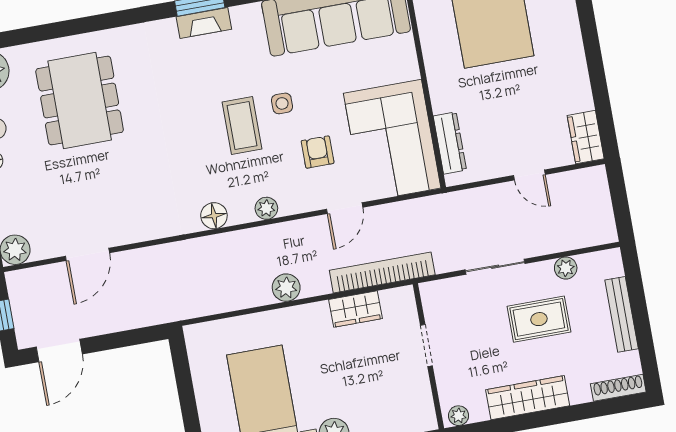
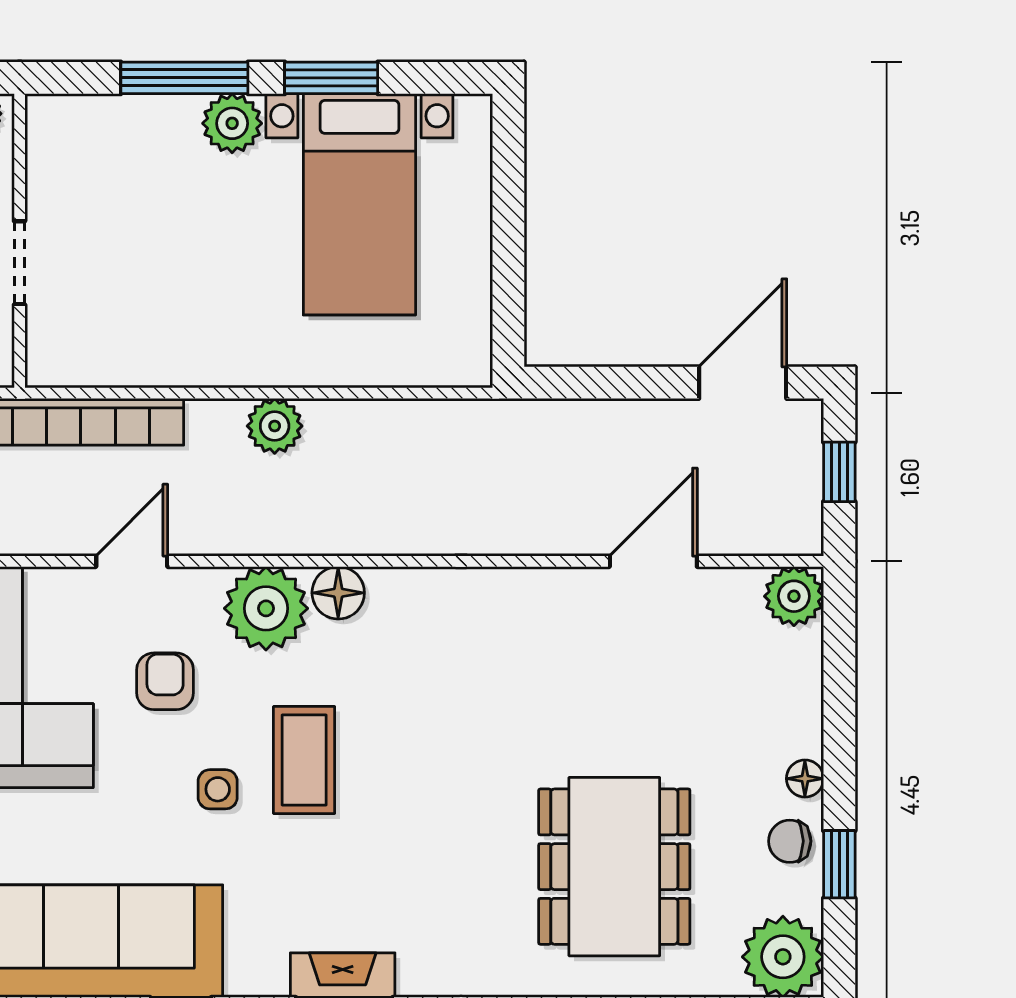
armchair: (318, 152) -> (165, 681), turned 180
plant: (266, 208) -> (266, 608), width x1.87, depth x1.87
floor lamp: (214, 216) -> (338, 593), moved
wardrobe: (355, 309) -> (146, 359), removed

